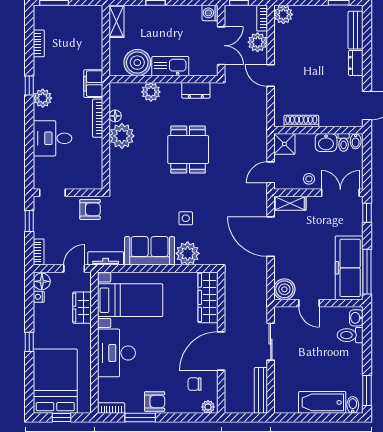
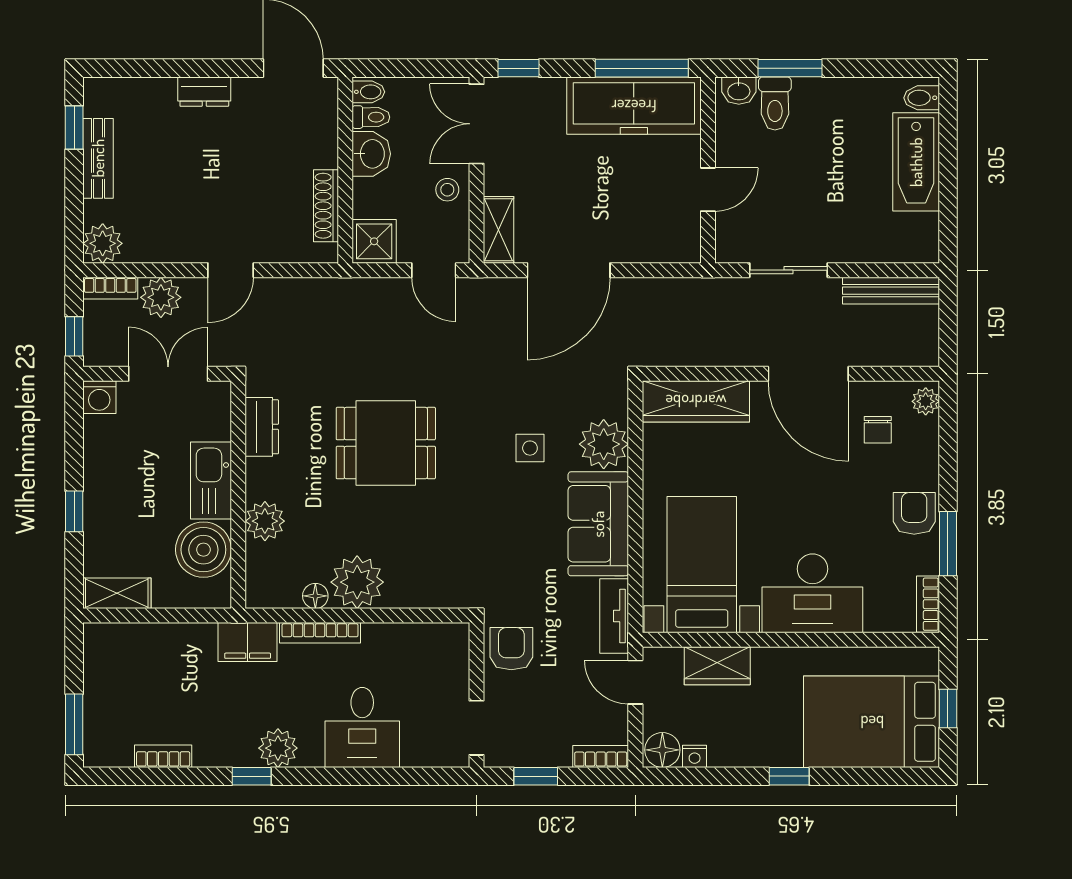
bench: (356, 30) -> (98, 158), moved, turned 90
boiler: (284, 289) -> (679, 241), removed
window: (367, 391) -> (790, 68), moved

